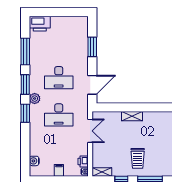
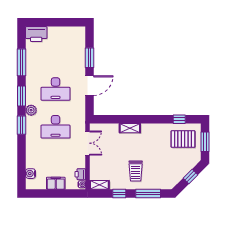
door: (92, 85) -> (90, 86), moved
filing cabinet: (59, 170) -> (56, 183), width x2.00

